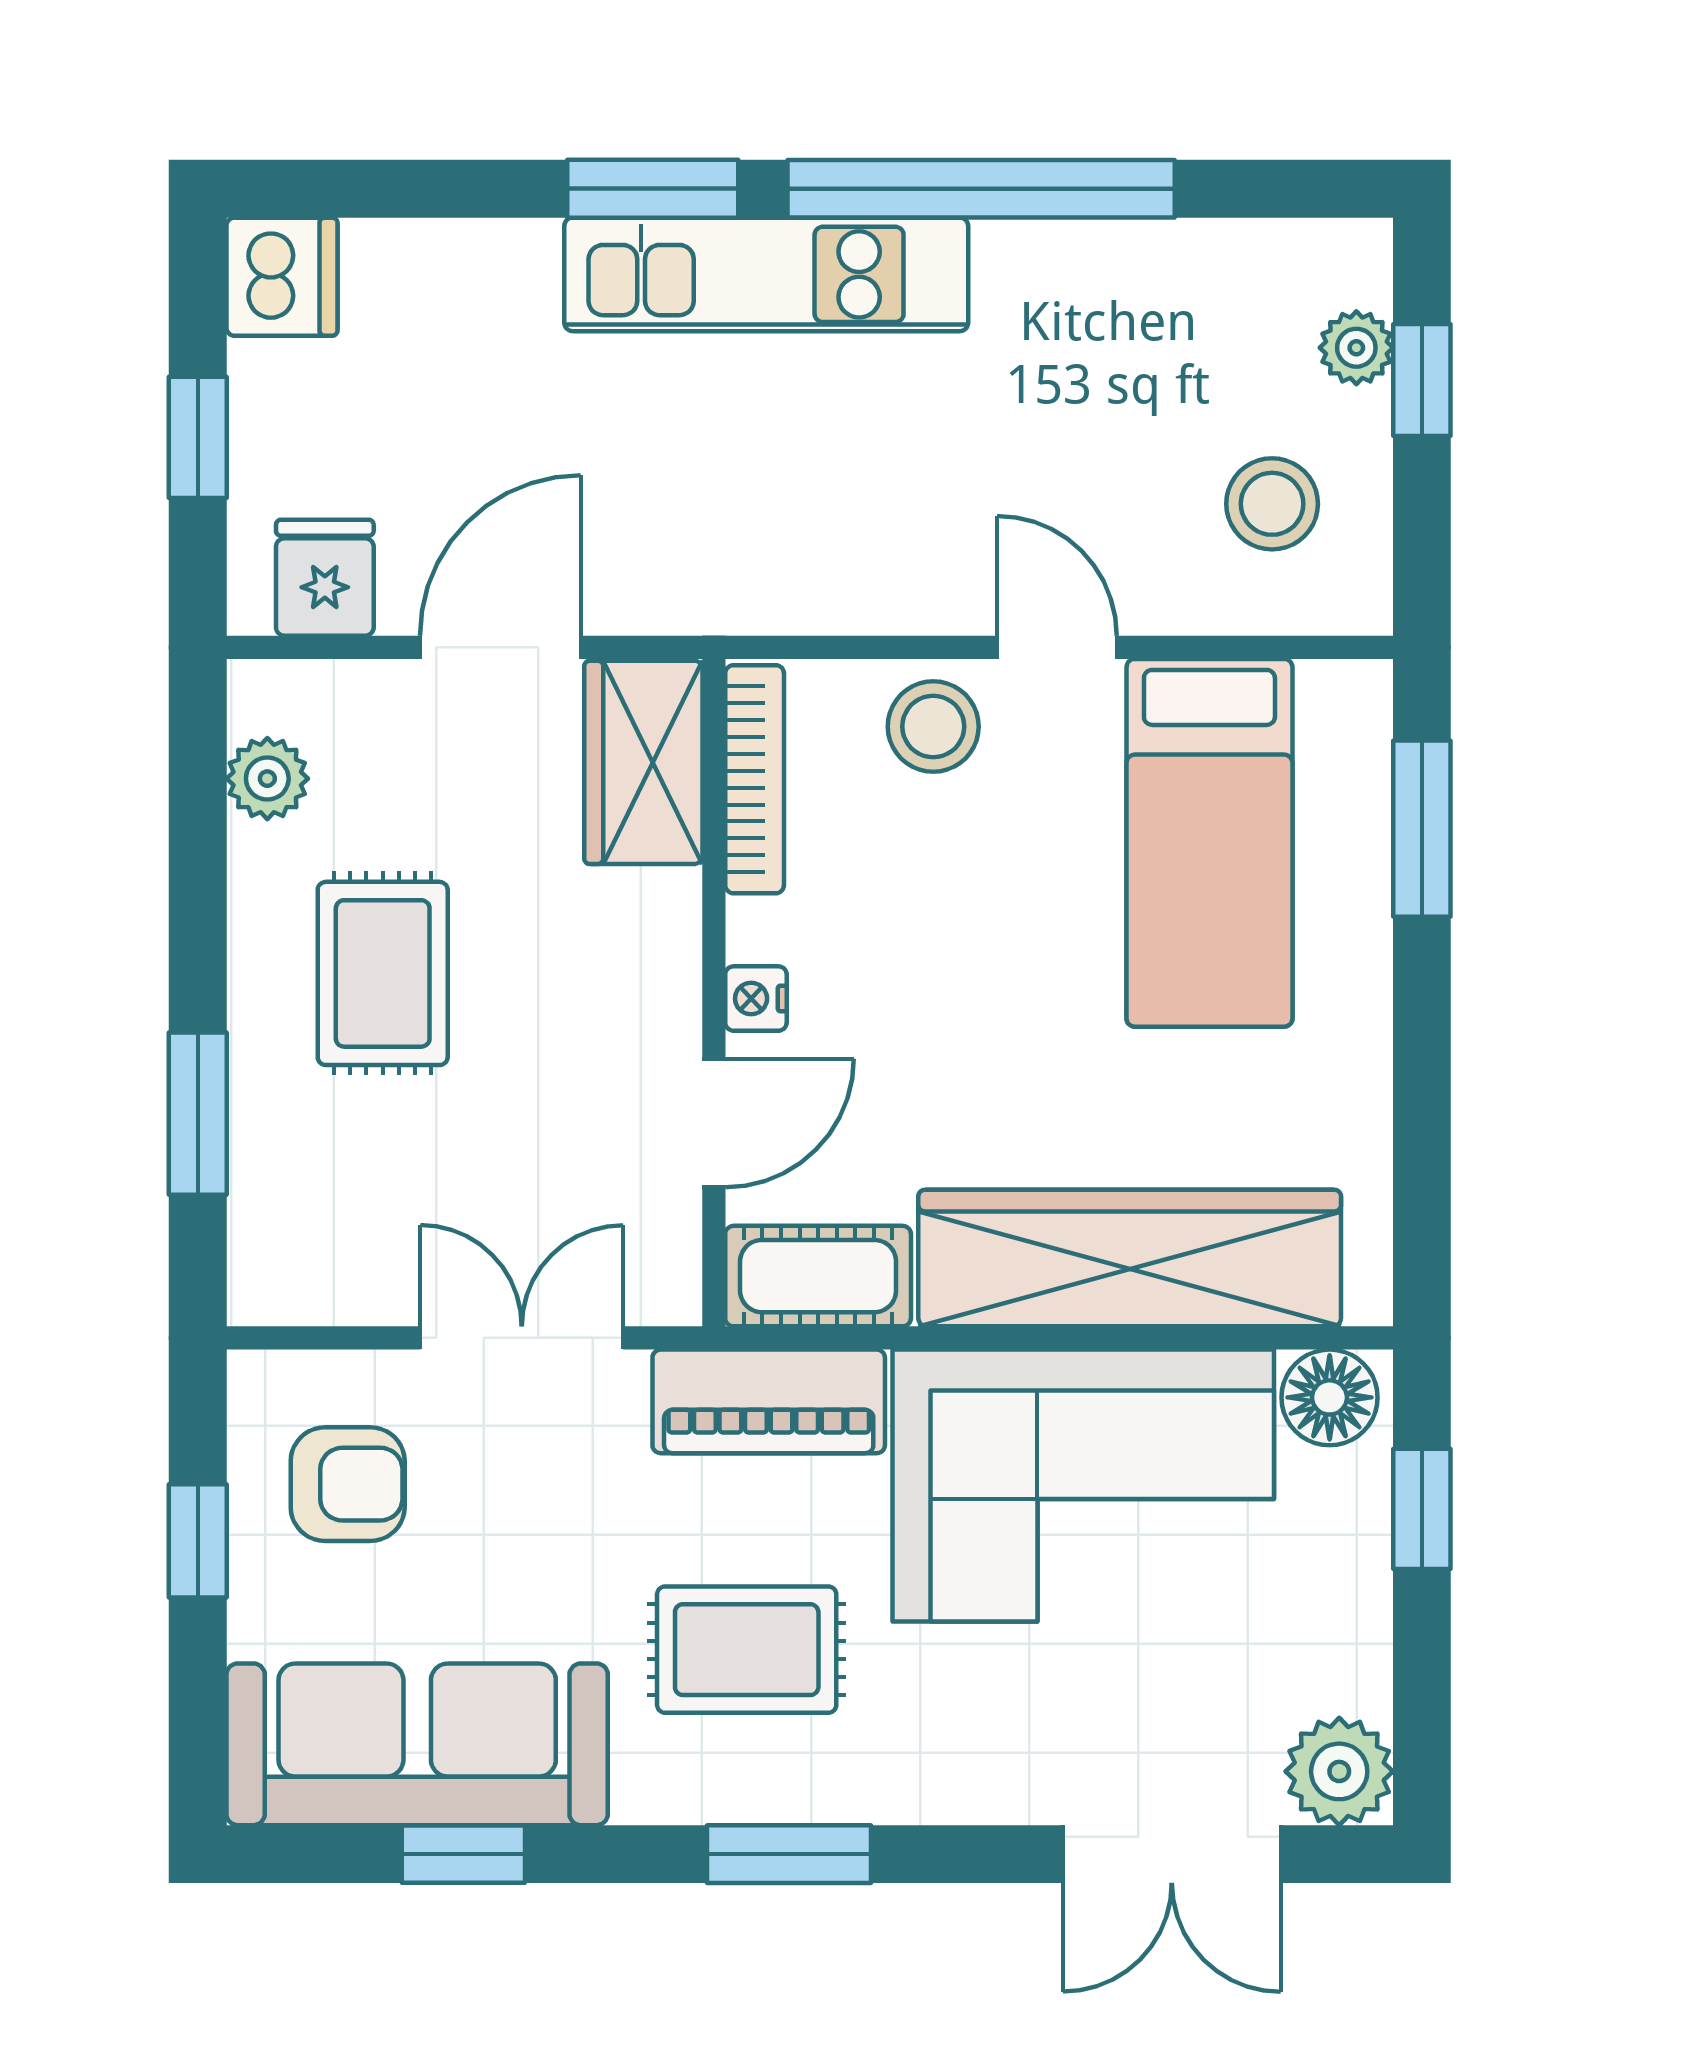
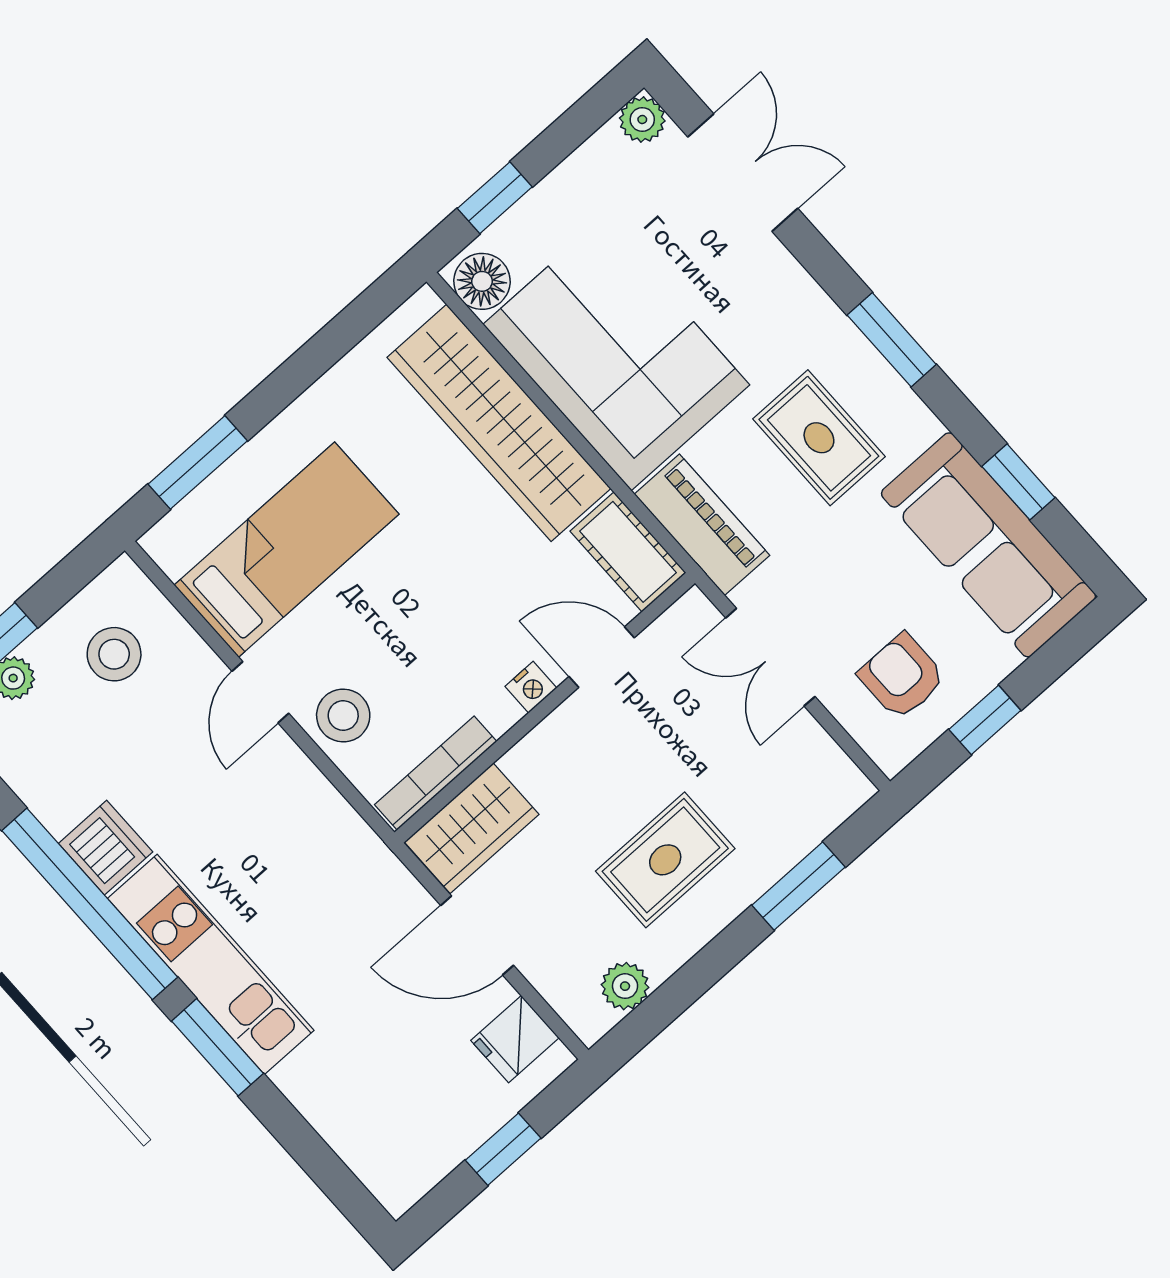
dishwasher: (282, 277) -> (106, 848), moved, turned 90
plant: (1339, 1771) -> (642, 119), width x0.73, depth x0.73

